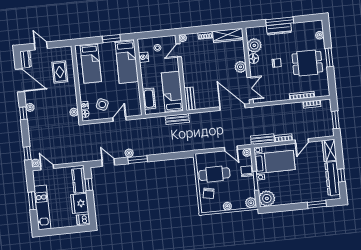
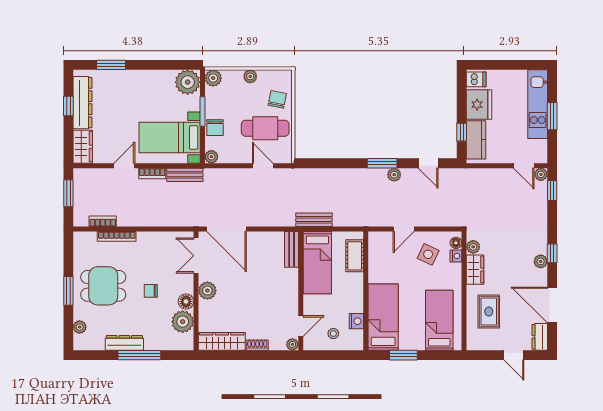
dresser: (279, 29) -> (124, 343), moved
wardrobe: (71, 98) -> (475, 270), added
door: (231, 148) -> (263, 166), moved

